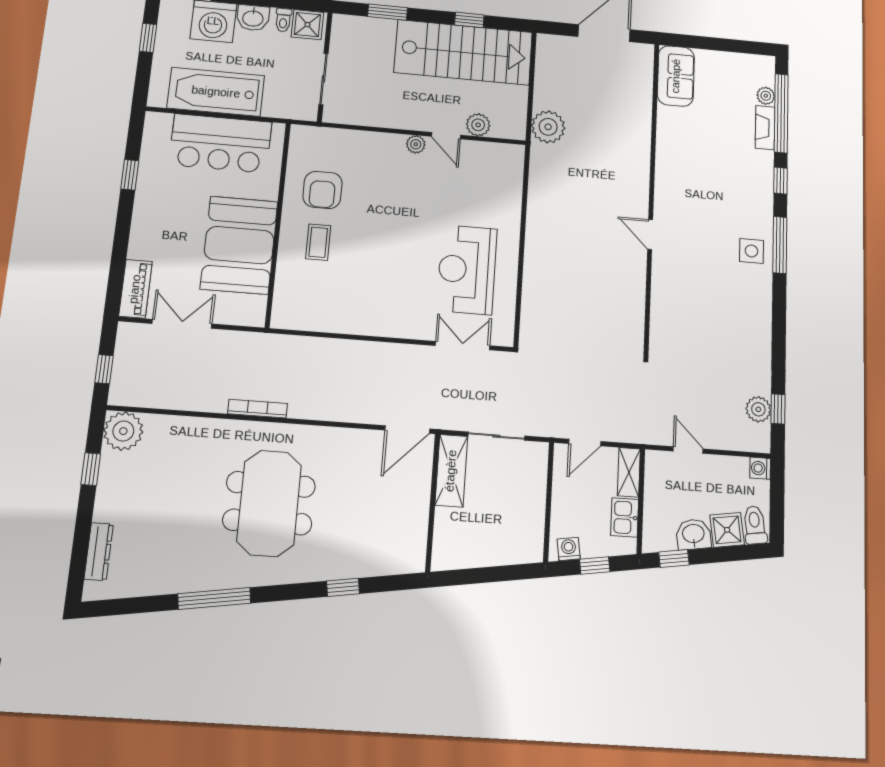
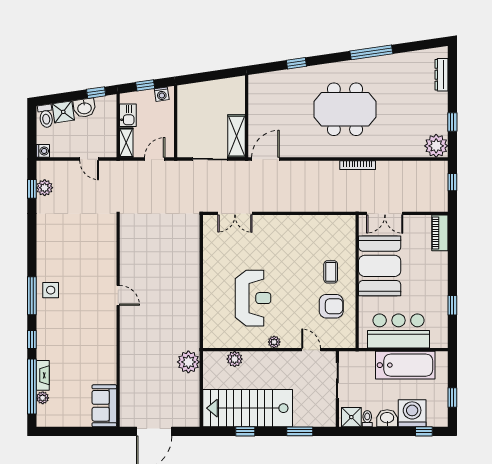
door: (446, 136) -> (311, 350), moved
armchair: (322, 190) -> (331, 306), turned 90
reception desk: (467, 270) -> (253, 298), moved
double door: (182, 324) -> (385, 213), moved
meeting table: (269, 503) -> (345, 109), turned 90

